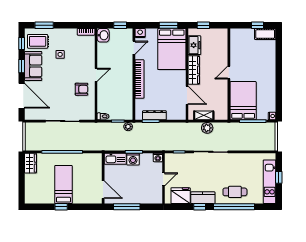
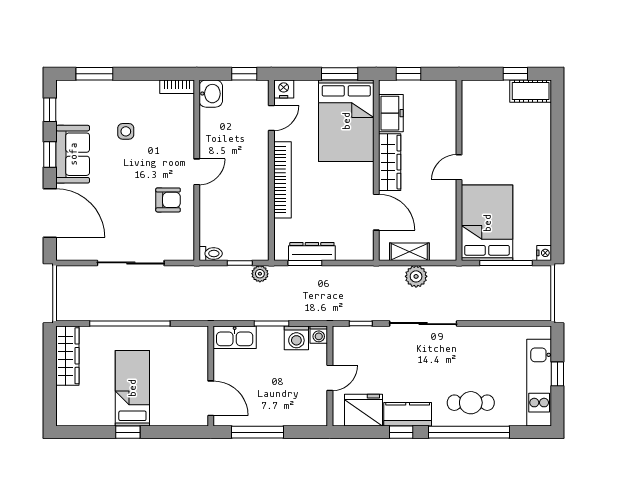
rug: (38, 41) -> (81, 106), removed
washing machine: (133, 159) -> (296, 338), moved
wardrobe: (30, 163) -> (67, 356), width x1.50

